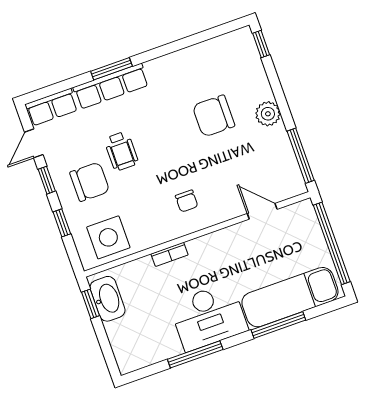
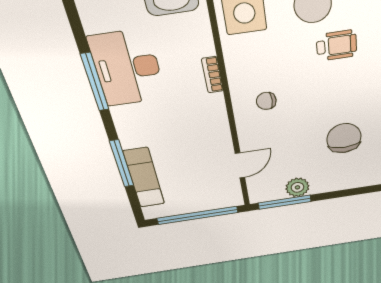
plant: (268, 114) -> (297, 187), moved
wheelchair: (121, 151) -> (337, 45), turned 180
exam couch: (290, 297) -> (144, 178), width x0.73, depth x0.69
desk: (209, 317) -> (127, 68), moved

